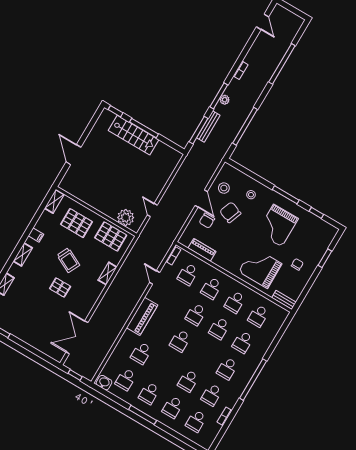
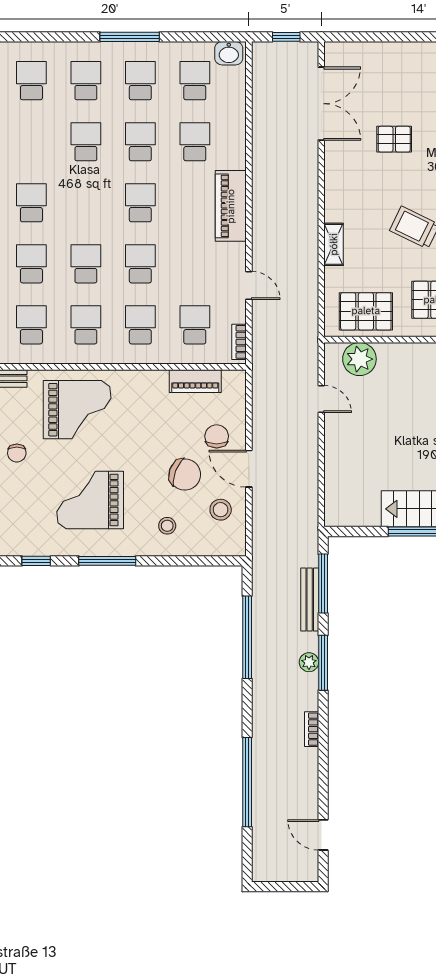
grand piano: (278, 225) -> (90, 500), turned -90
pallet: (60, 288) -> (394, 139), moved
school desk: (212, 395) -> (140, 142), moved

